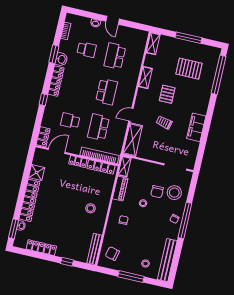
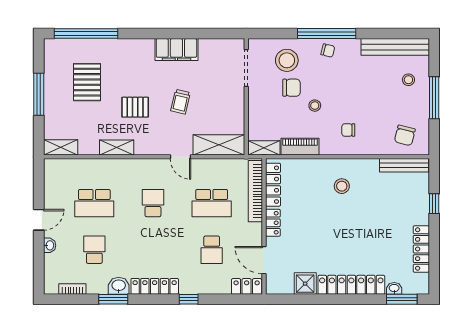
school desk: (107, 92) -> (153, 203), width x0.54

